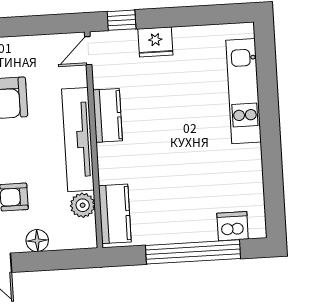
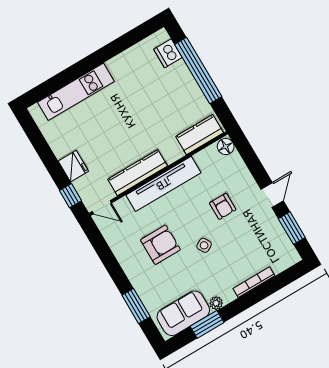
kitchen counter: (108, 115) -> (138, 173), width x1.50
plant: (83, 205) -> (205, 159), removed
floor lamp: (37, 241) -> (226, 147), moved

